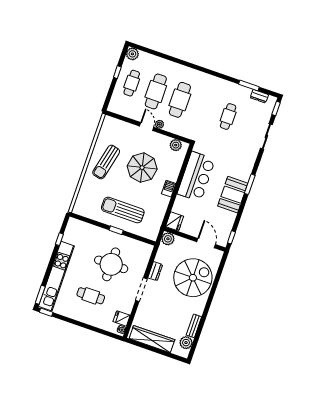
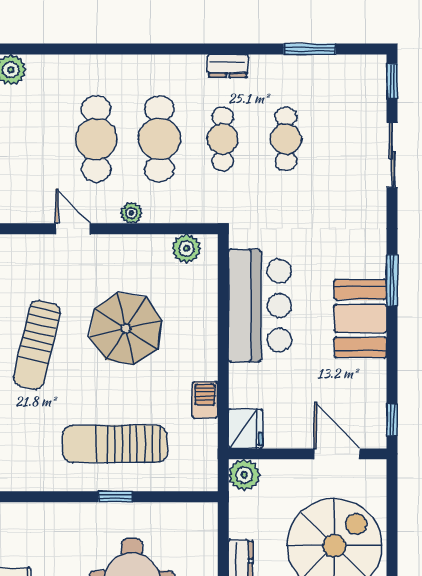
cafe table: (132, 83) -> (223, 139), moved
dresser: (259, 96) -> (228, 66), moved
door: (147, 127) -> (73, 229), moved
barbecue: (169, 189) -> (205, 400), moved

